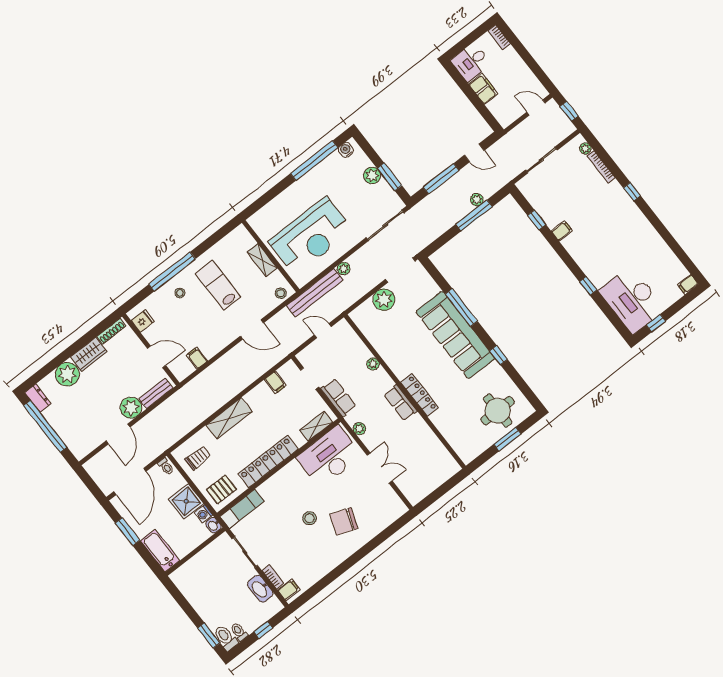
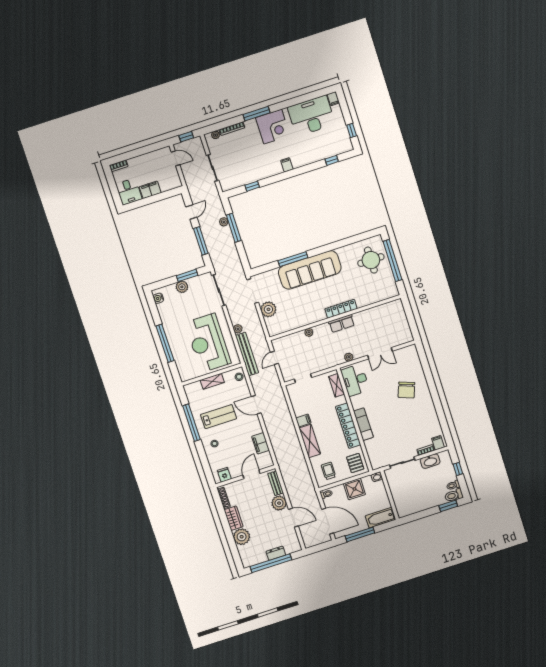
door: (536, 107) -> (175, 158), swing flipped
window: (314, 161) -> (165, 343), moved
window: (632, 192) -> (256, 114), width x2.17
corner desk: (623, 219) -> (273, 127), added
filing cabinet: (562, 231) -> (287, 165), moved
reception desk: (311, 236) -> (208, 343), turned 180
window: (172, 272) -> (191, 423), moved
lab bench: (218, 285) -> (219, 417), turned 180
window: (588, 286) -> (332, 160), moved
desk: (632, 300) -> (311, 116), moved, turned 180
door: (252, 329) -> (256, 405), swing flipped
window: (498, 355) -> (334, 246), removed
filing cabinet: (197, 358) -> (261, 443), width x2.00
filing cabinet: (275, 382) -> (303, 420), moved
row of seats: (338, 397) -> (323, 364), removed
dresser: (38, 398) -> (276, 553), moved
window: (507, 439) -> (392, 260), width x2.11
desk: (329, 457) -> (355, 380), width x0.73, depth x0.77
double door: (380, 468) -> (380, 353), swing flipped
exam couch: (242, 509) -> (363, 424), moved
washing machine: (204, 514) -> (367, 481), removed
stool: (309, 518) -> (396, 412), removed
window: (127, 532) -> (360, 534), width x1.44

